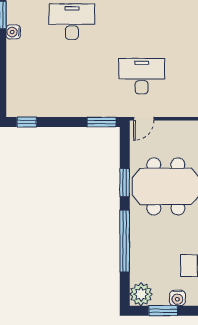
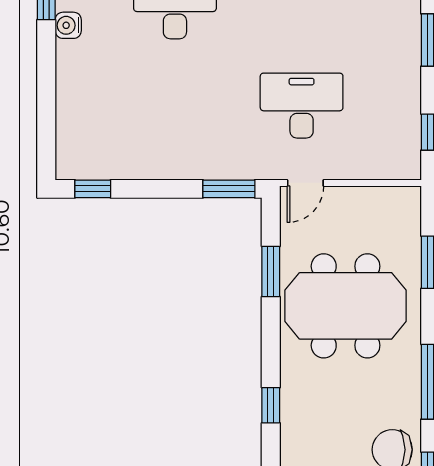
window: (125, 182) -> (271, 272), moved
window: (125, 241) -> (271, 405), width x0.32

